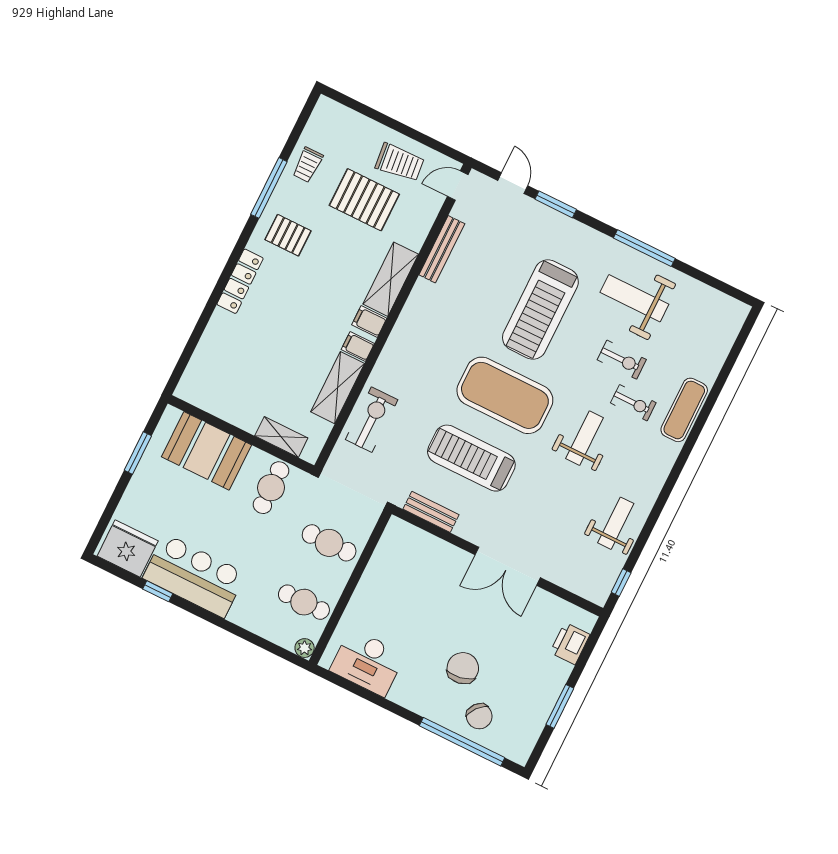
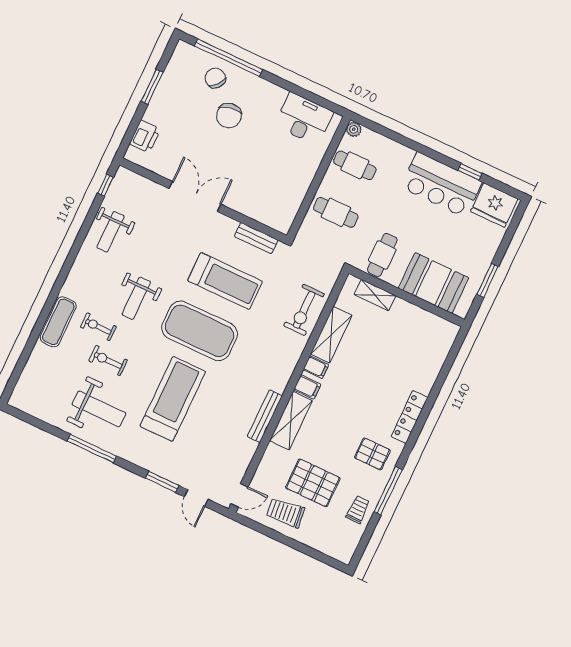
bench: (442, 249) -> (265, 416), moved

